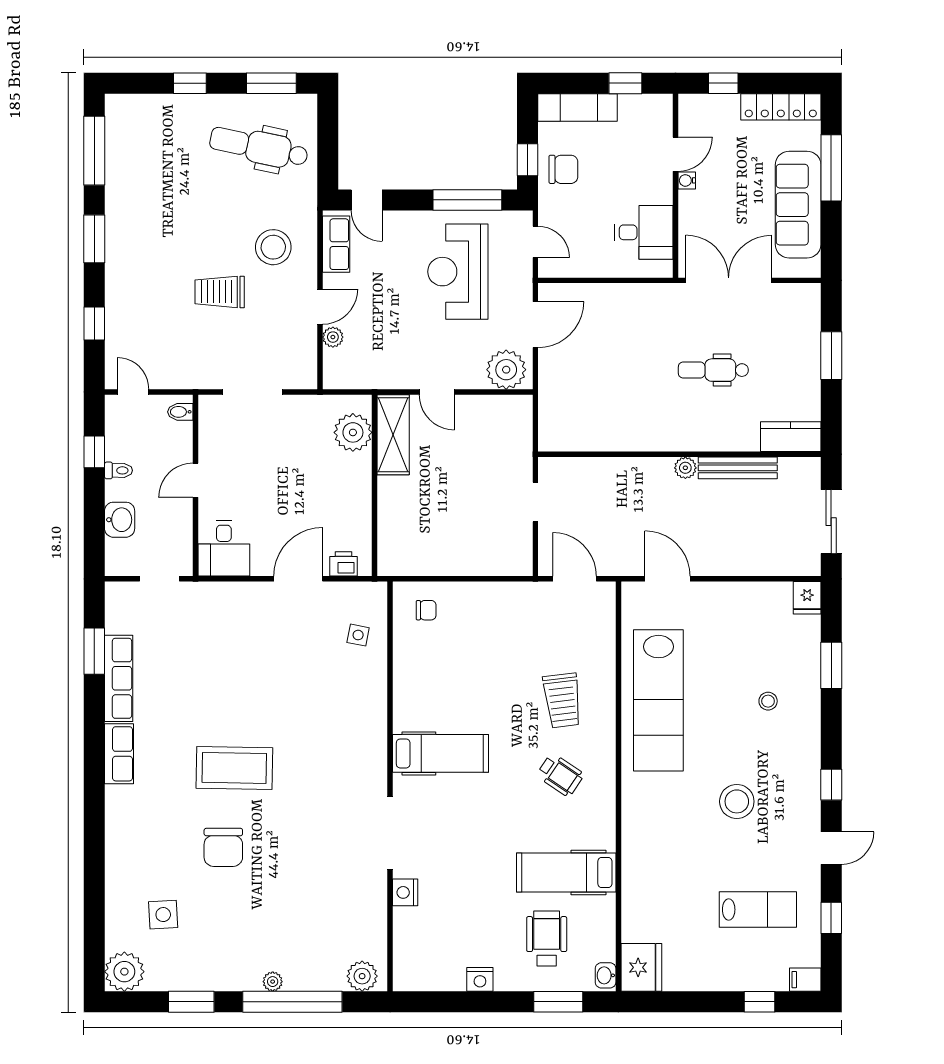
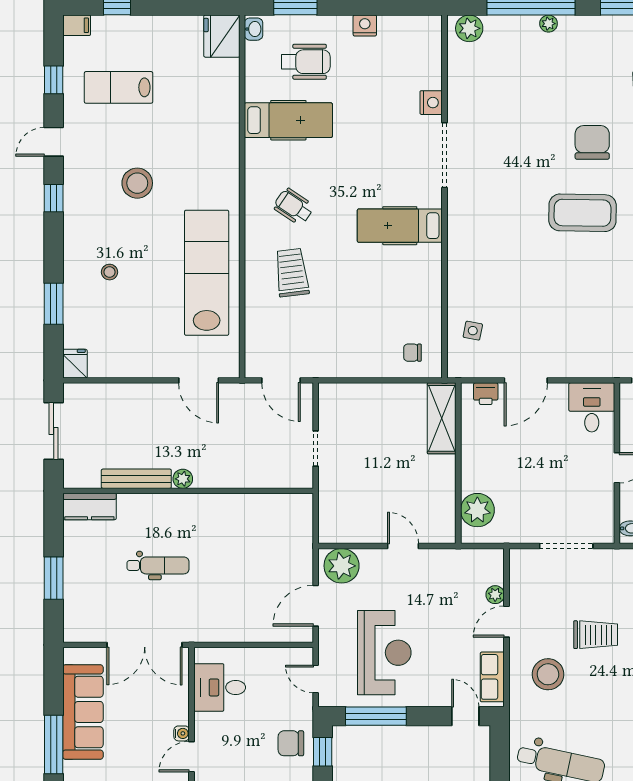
shelving: (393, 435) -> (442, 418), moved
wheelchair: (547, 938) -> (306, 62), turned -90

